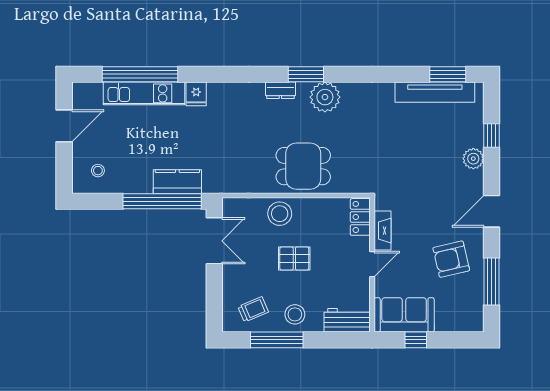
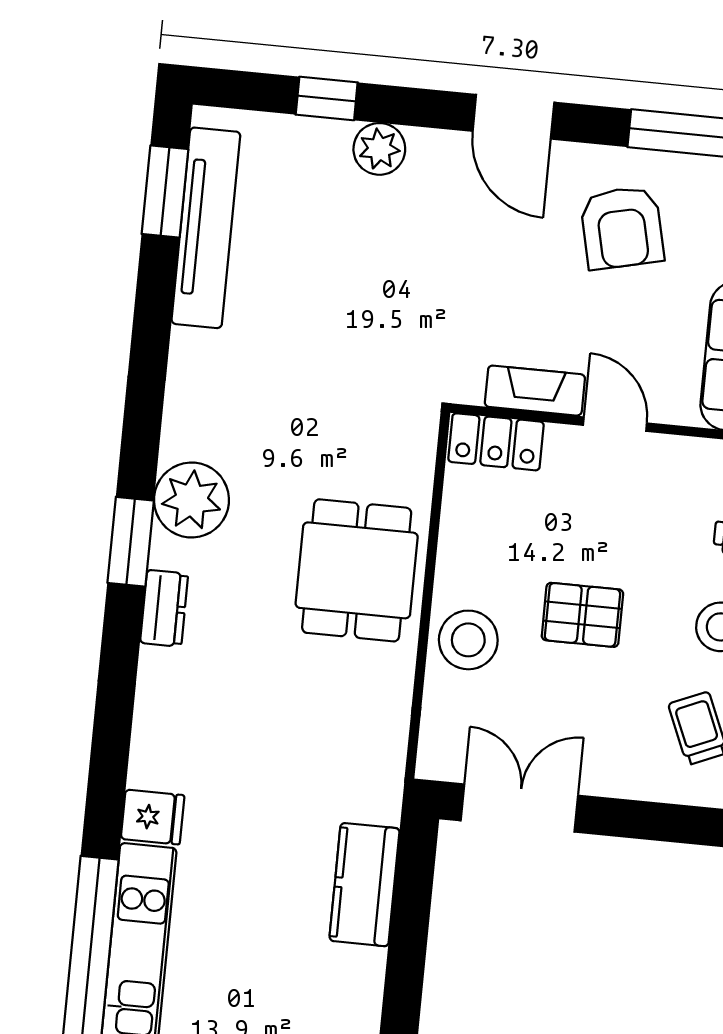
window: (162, 201) -> (409, 927), removed
pallet: (294, 259) -> (582, 615), turned 90

